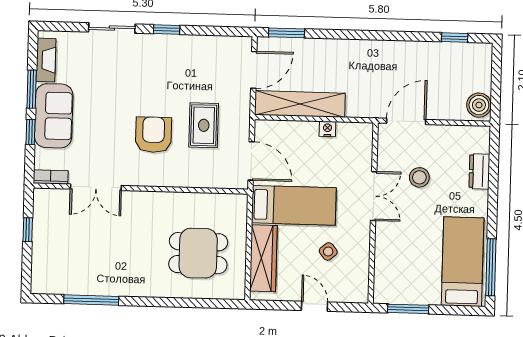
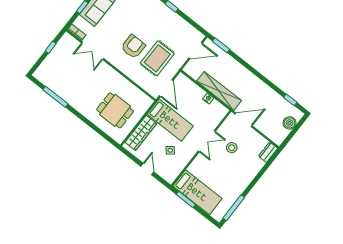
shelving: (300, 104) -> (219, 91), moved
boiler: (479, 105) -> (290, 123), moved
rug: (204, 125) -> (157, 58), width x1.36, depth x1.43
dresser: (479, 171) -> (268, 152), moved
bed: (463, 262) -> (197, 192), moved, turned 90

